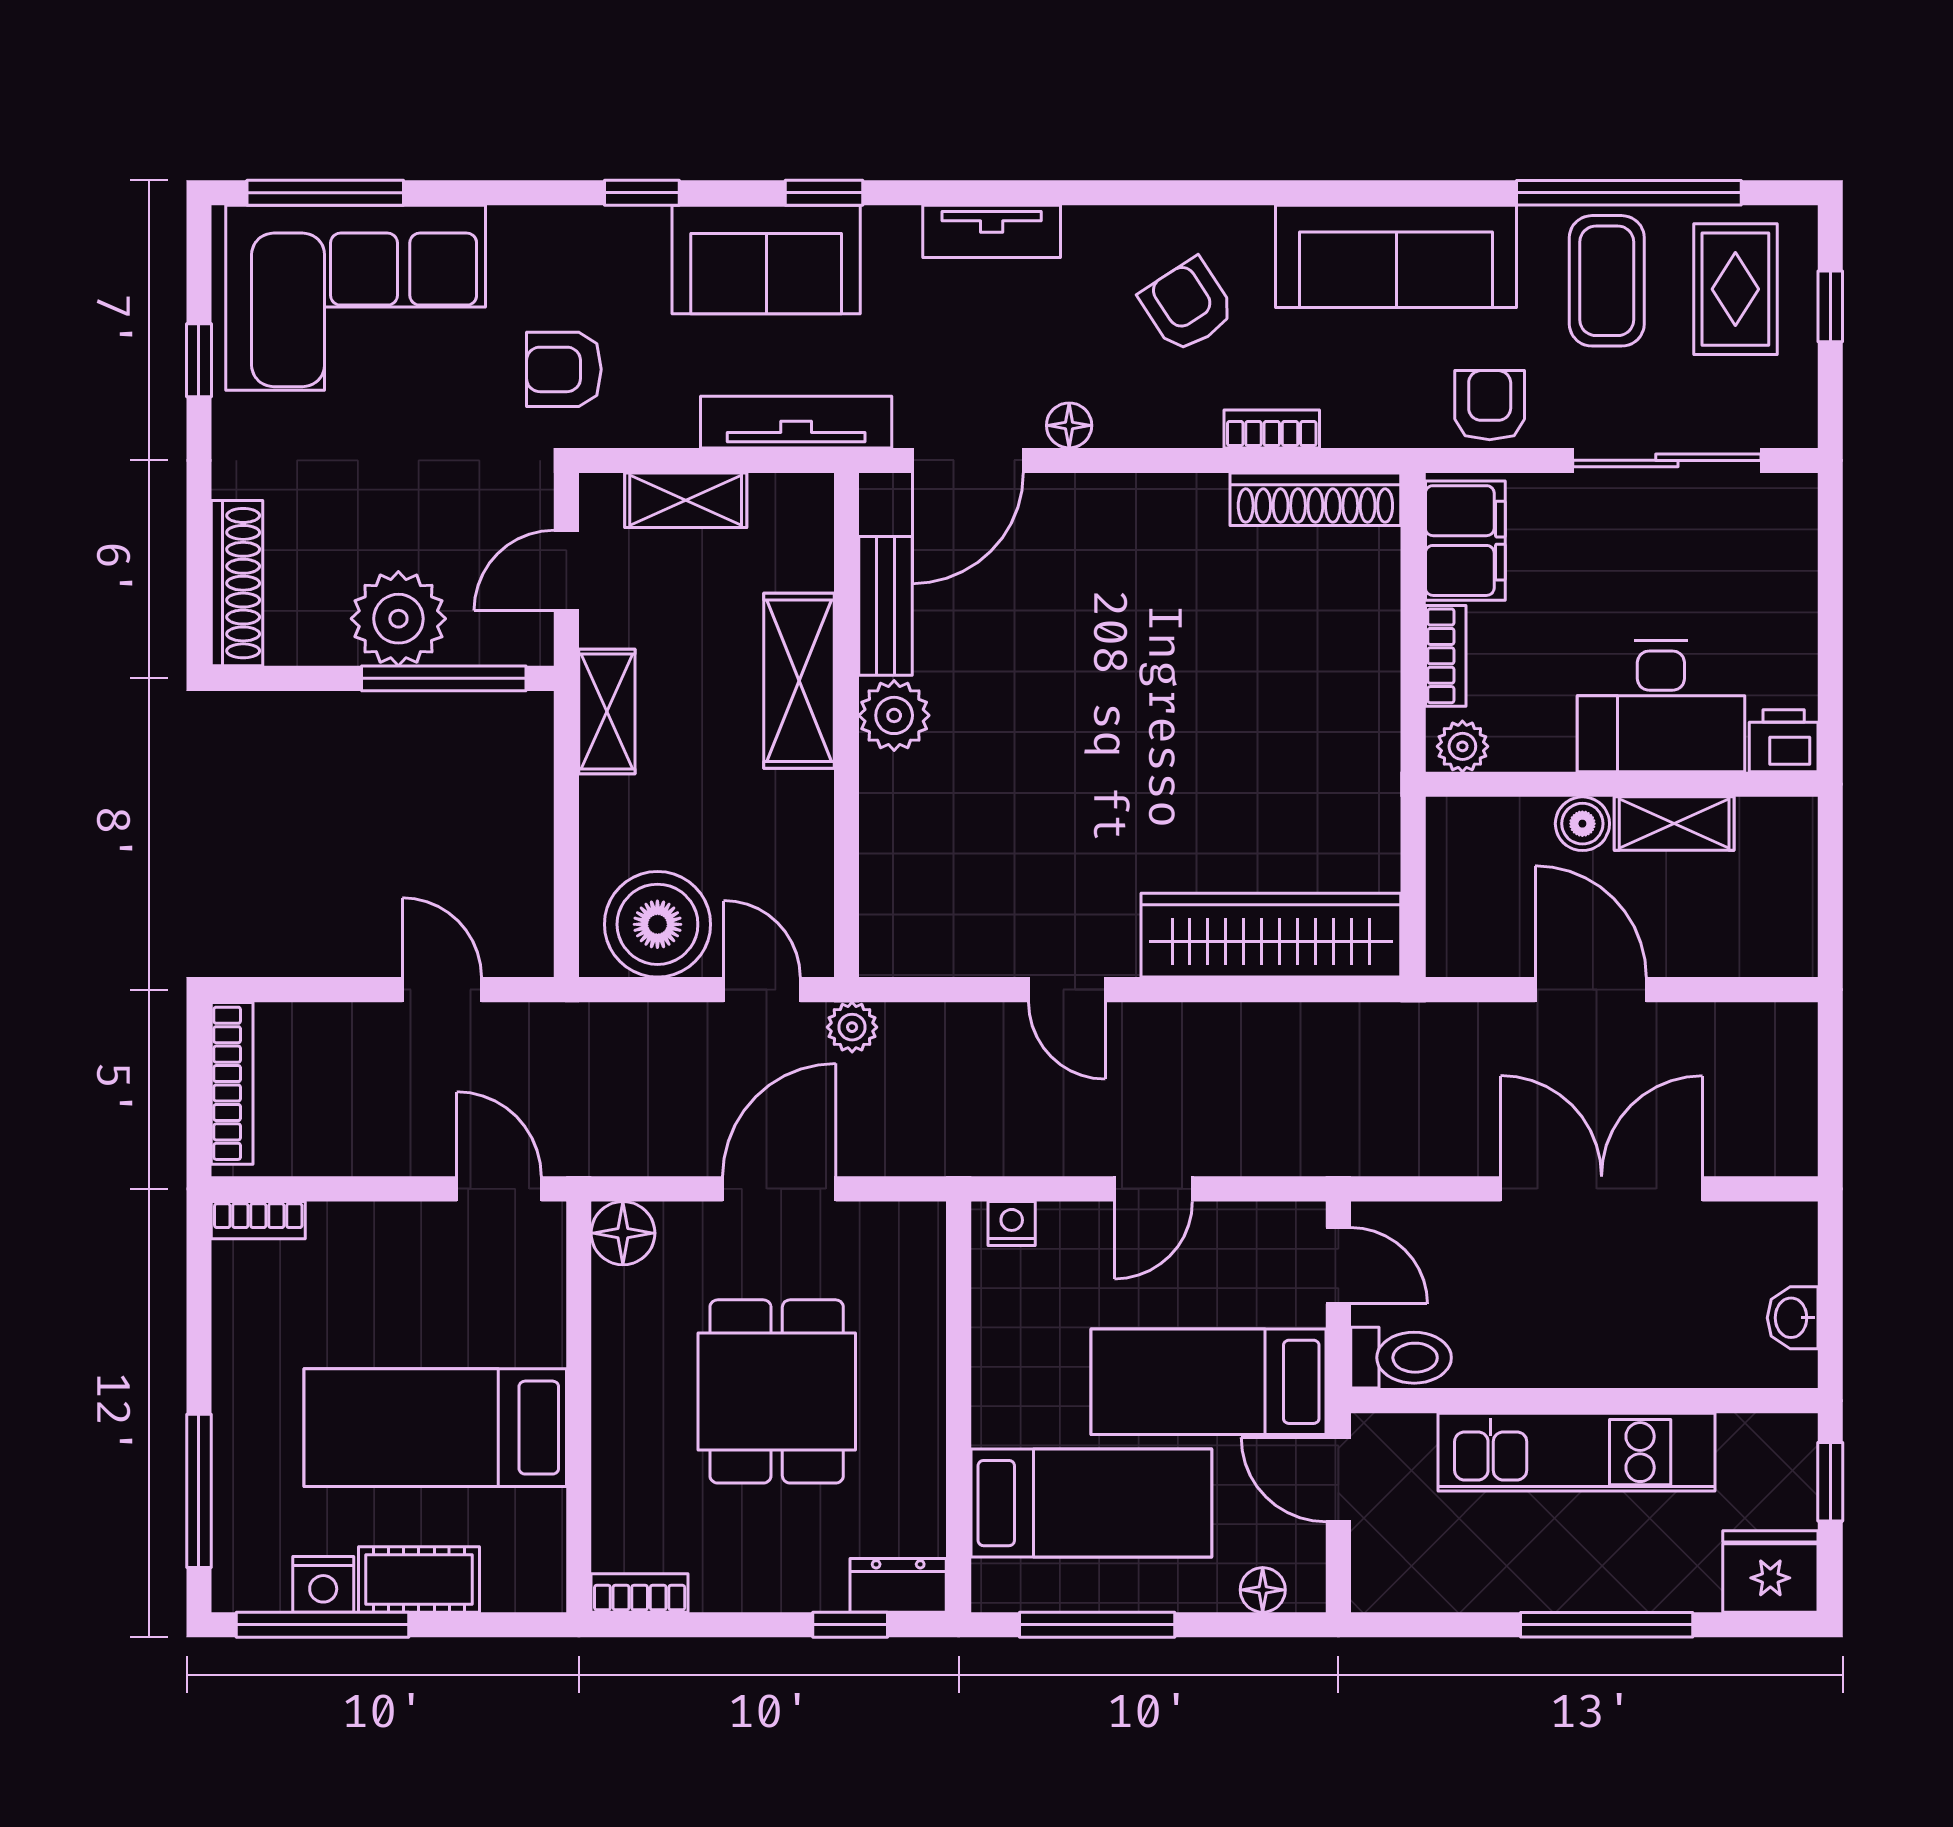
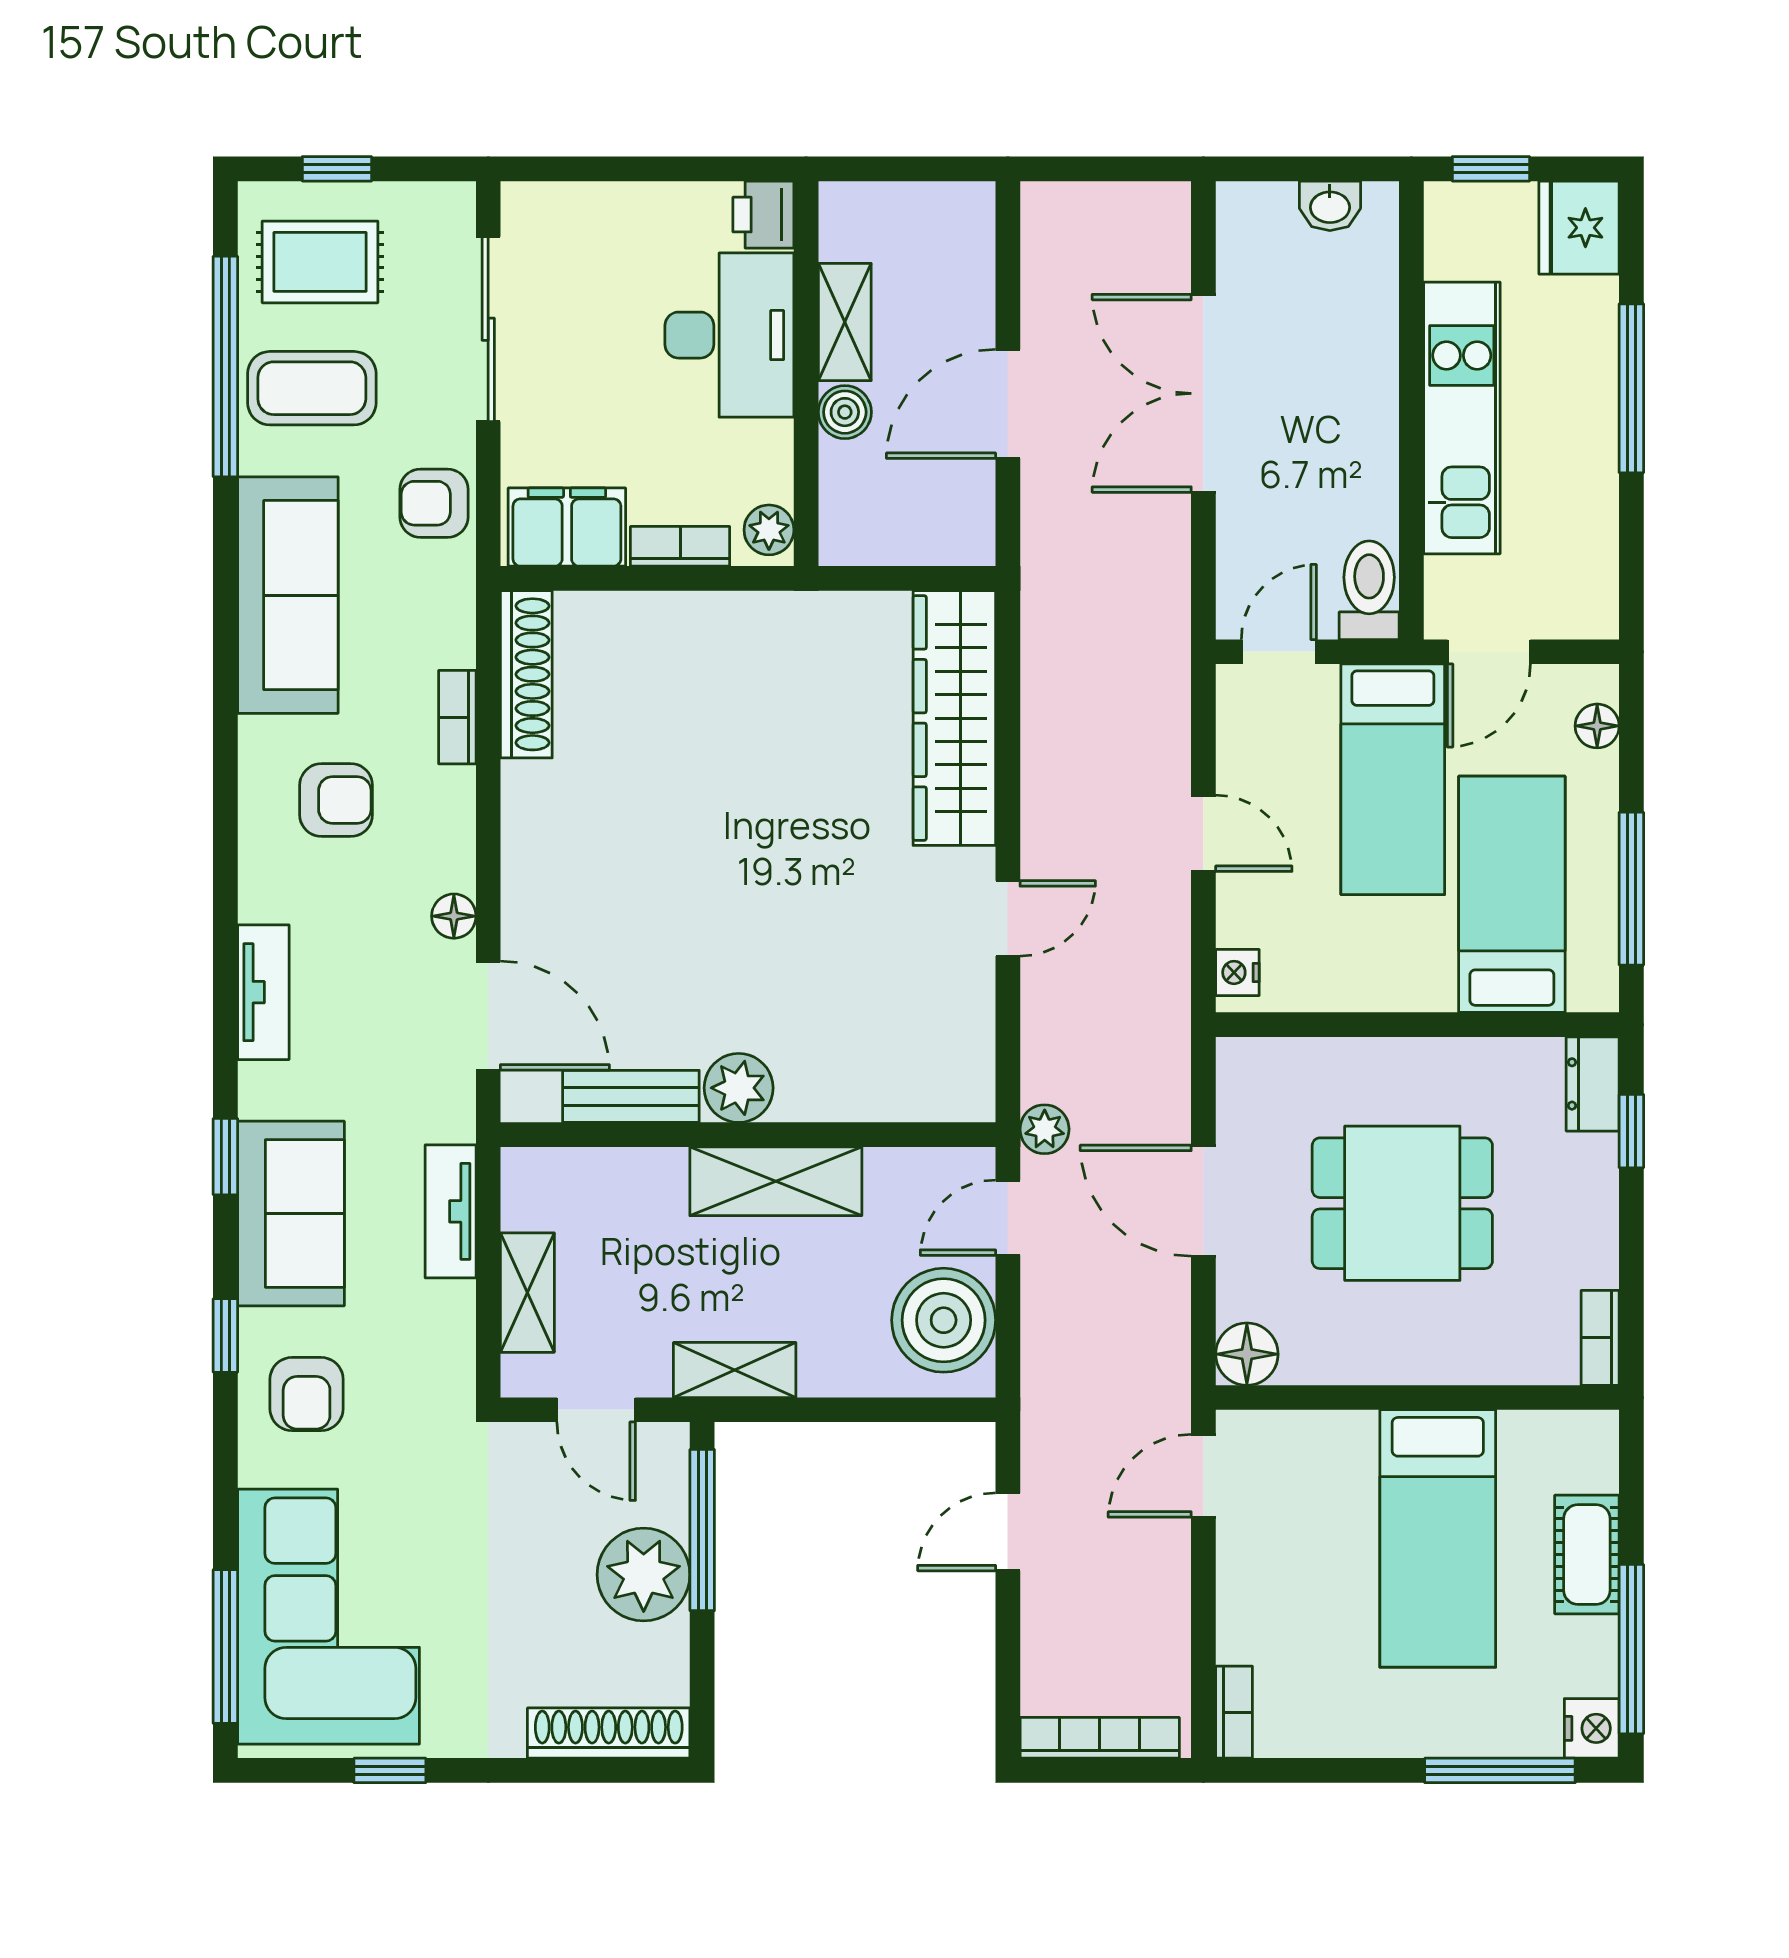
armchair: (1187, 305) -> (336, 800), turned -147
armchair: (564, 369) -> (307, 1394), moved
tv unit: (796, 422) -> (451, 1211), width x0.71
shelving: (799, 681) -> (776, 1181), moved
nightstand: (323, 1584) -> (1592, 1728), moved

